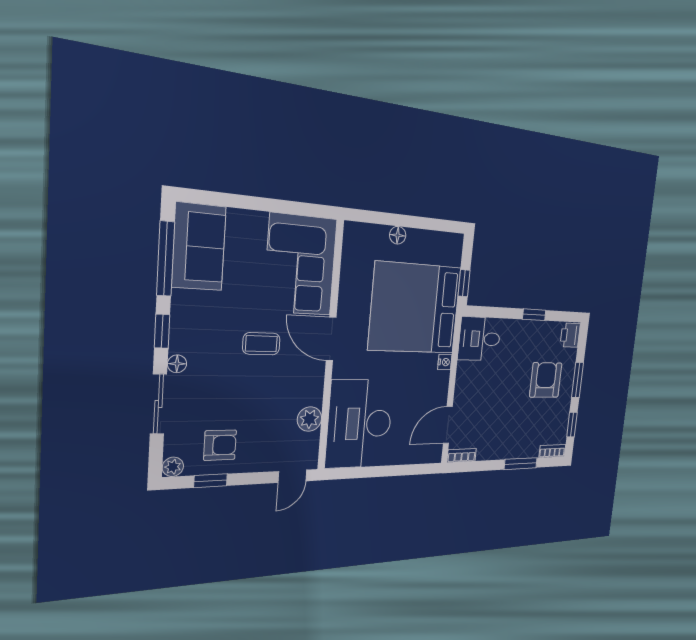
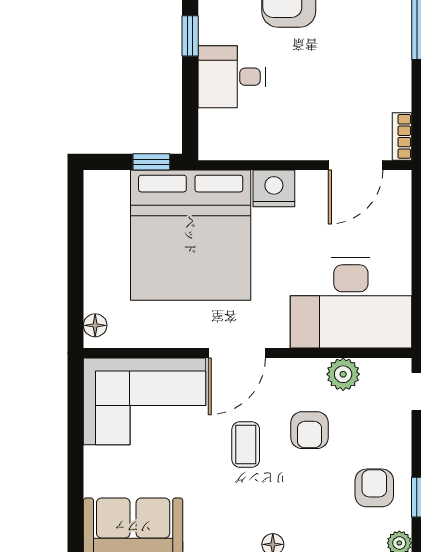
floor lamp: (398, 235) -> (95, 325), moved
desk: (480, 339) -> (232, 77), moved, turned 90
nightstand: (445, 362) -> (274, 188), width x1.89, depth x1.79
armchair: (269, 394) -> (309, 430), added
door: (448, 425) -> (356, 165), hinge flipped

